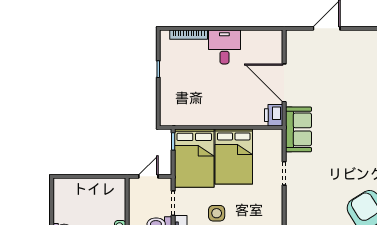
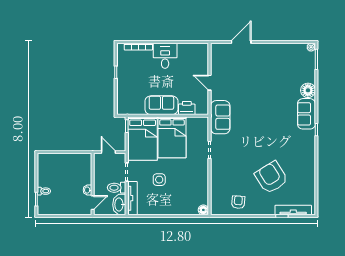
door: (284, 83) -> (209, 83), width x0.53
sofa: (220, 113) -> (161, 105), added
printer: (274, 115) -> (187, 108), moved, turned 90
door: (148, 176) -> (108, 152), hinge flipped

